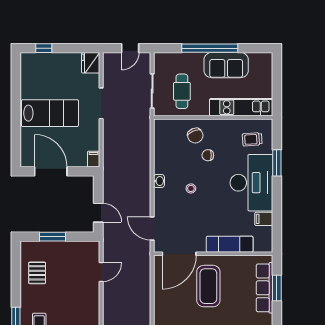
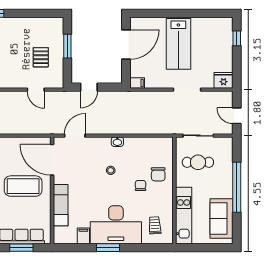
sofa: (226, 65) -> (221, 219), moved
chair: (195, 136) -> (158, 174), turned -67
window: (277, 163) -> (108, 248), moved
pallet: (37, 273) -> (41, 57), moved, turned 90

